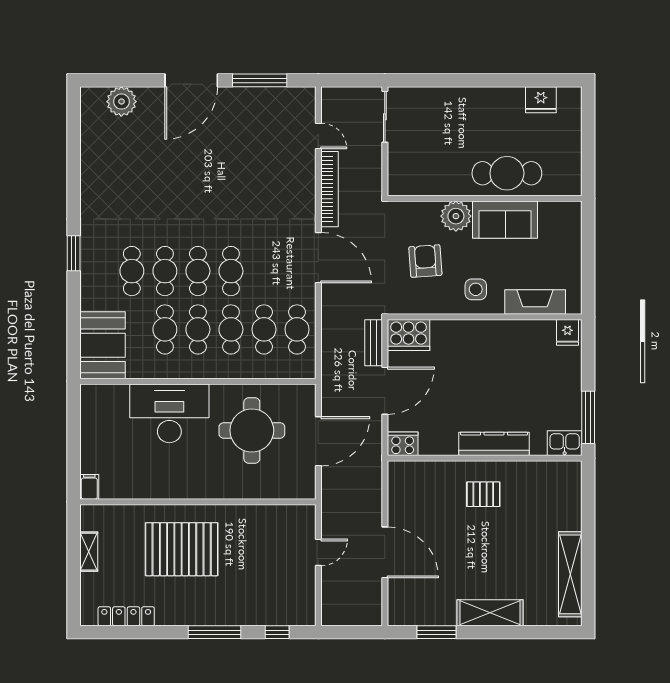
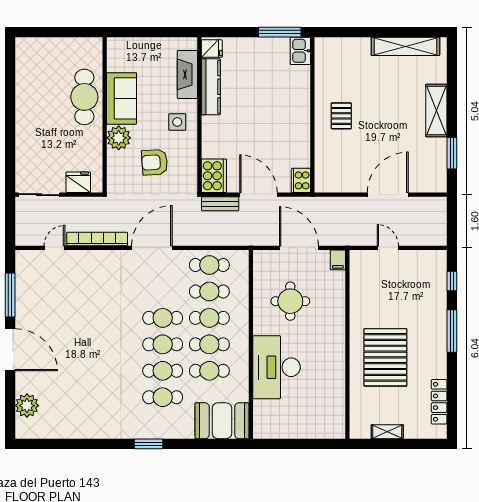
fridge: (541, 100) -> (78, 182), moved, turned -90
round table: (252, 430) -> (290, 301), width x0.73, depth x0.73
kitchen counter: (494, 444) -> (211, 87), moved, turned 180
filing cabinet: (89, 487) -> (338, 260), moved, turned -90

